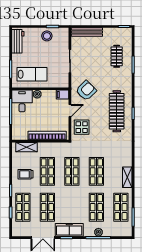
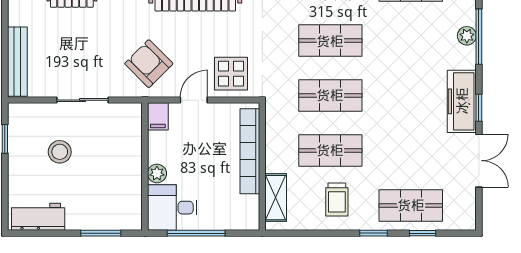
stool: (47, 36) -> (60, 152), moved
lab bench: (32, 74) -> (112, 185), removed
door: (70, 111) -> (194, 100), hinge flipped
shop shelf: (47, 207) -> (411, 150), removed
shop shelf: (96, 207) -> (411, 41), removed

